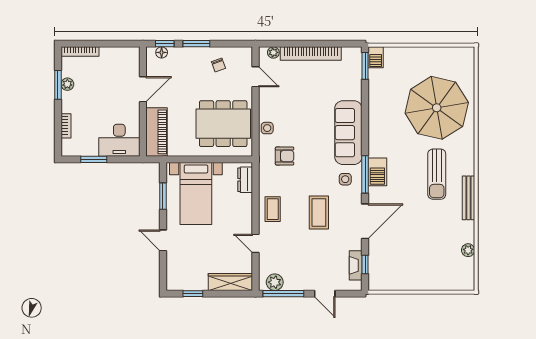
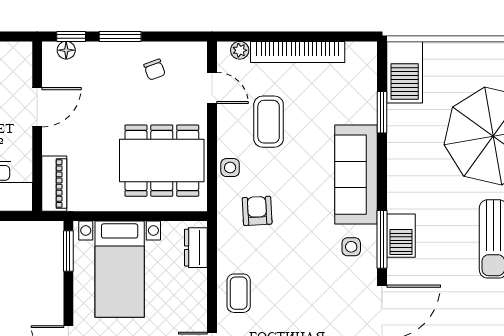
barbecue: (376, 57) -> (405, 72), width x1.88, depth x1.53
window: (365, 66) -> (382, 112), moved
piano: (157, 132) -> (54, 184), width x0.73, depth x0.75
armchair: (285, 156) -> (257, 211), turned -93
window: (163, 196) -> (68, 251), moved
coffee table: (319, 213) -> (269, 122), moved

